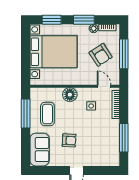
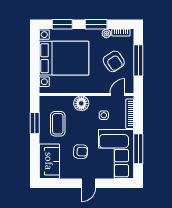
door: (104, 86) -> (117, 95), hinge flipped
window: (26, 114) -> (35, 123), width x0.69
corner sofa: (103, 143) -> (116, 154), added

